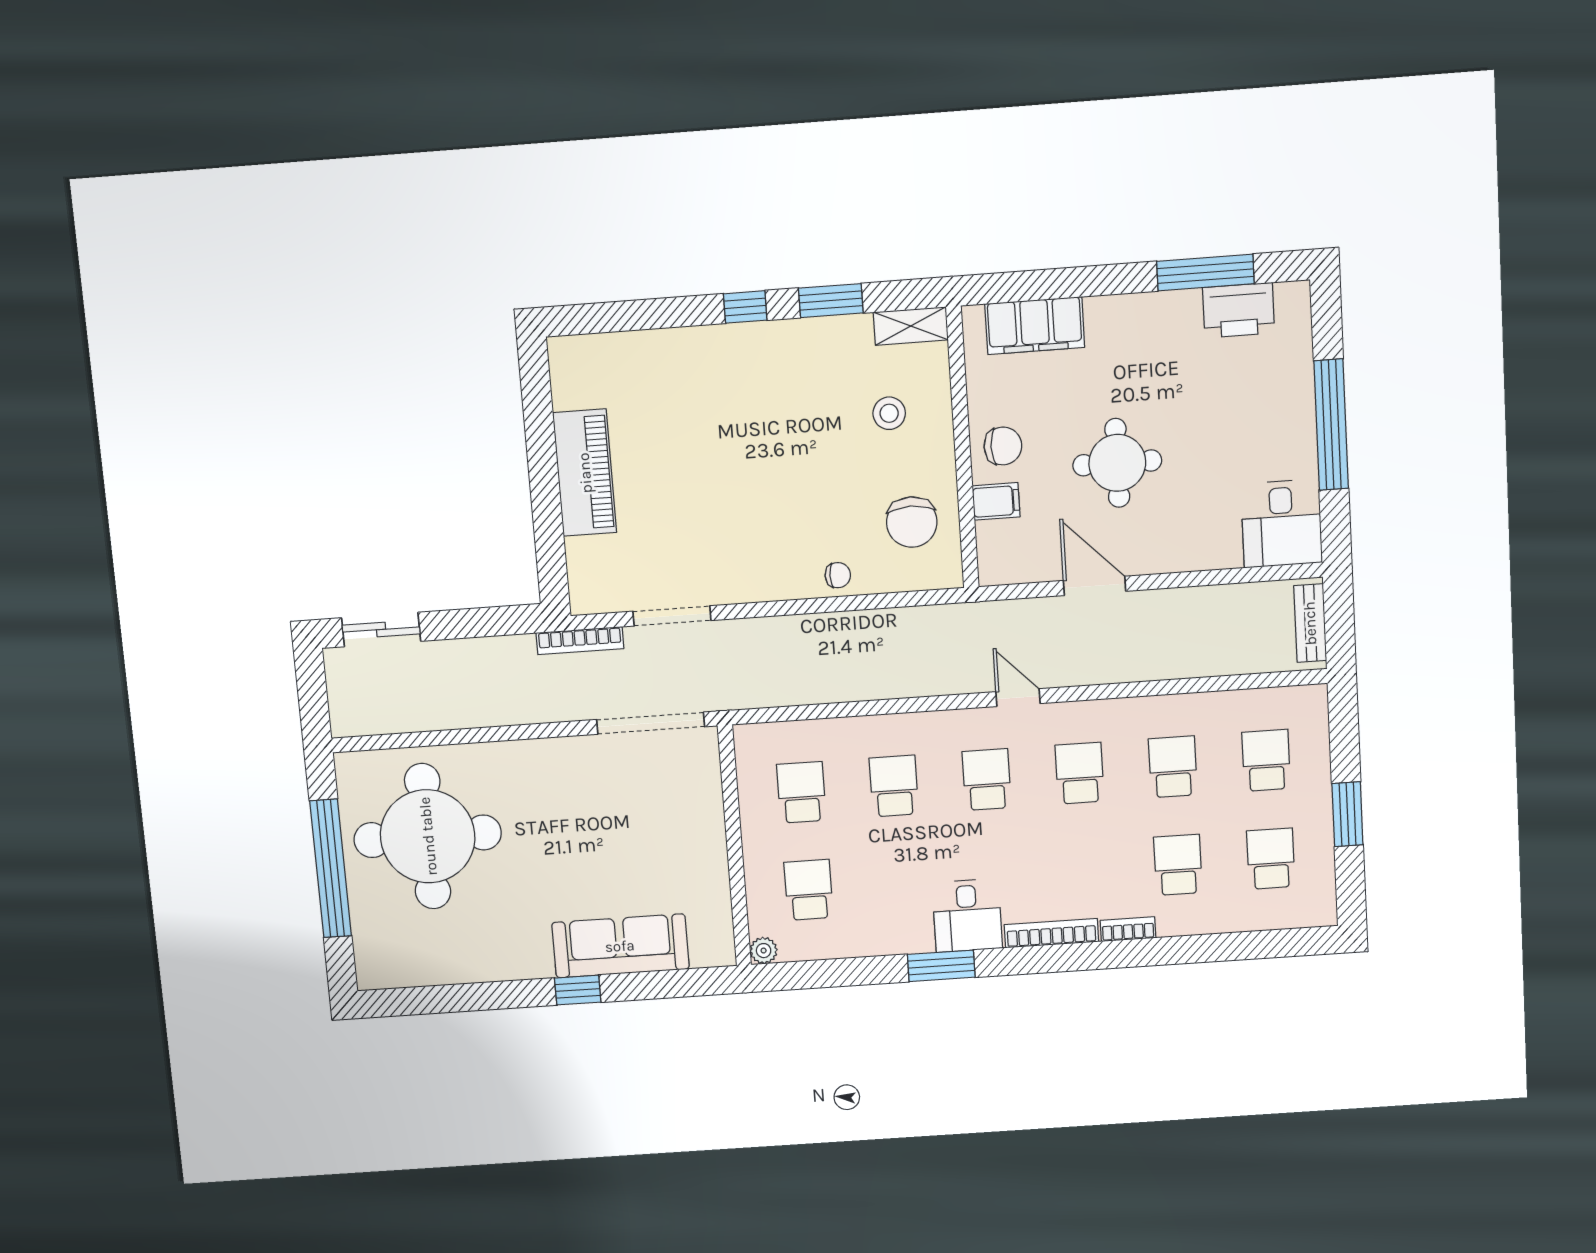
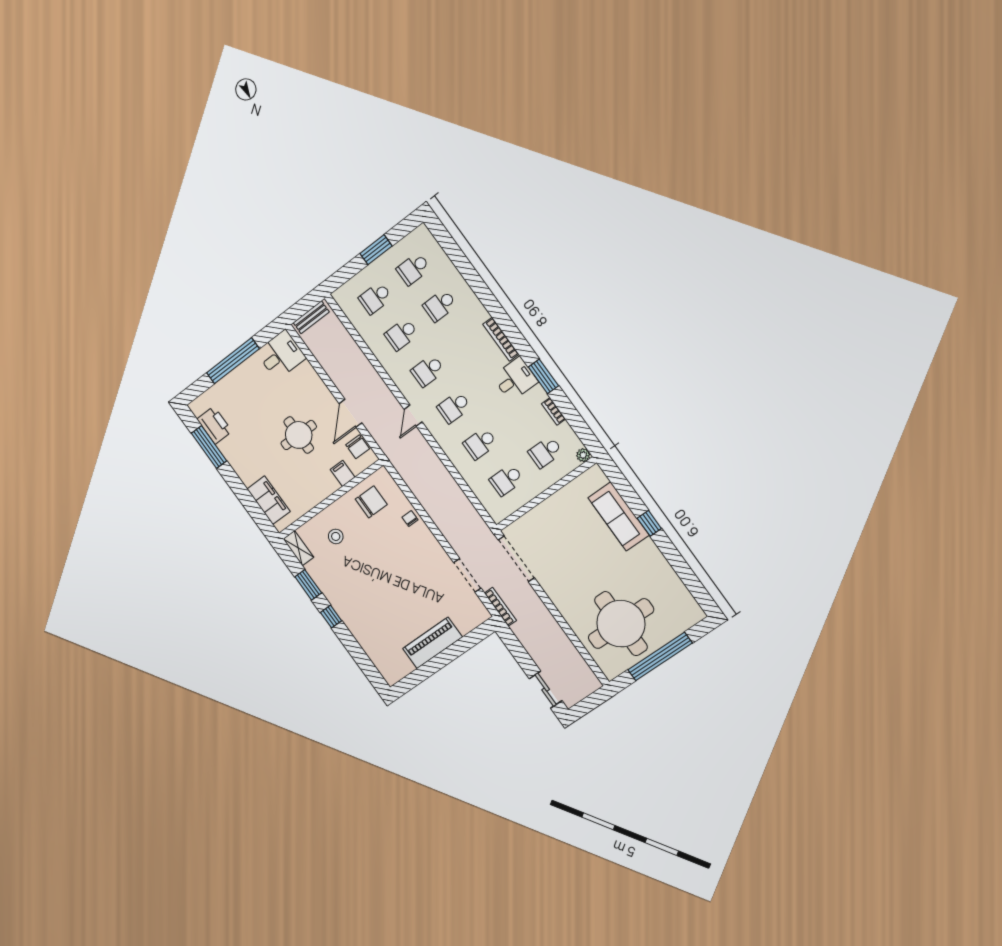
chair: (1003, 446) -> (358, 447), moved, turned 180
bookcase: (1128, 929) -> (554, 411), moved

